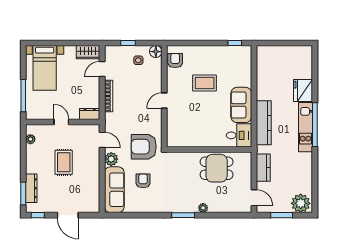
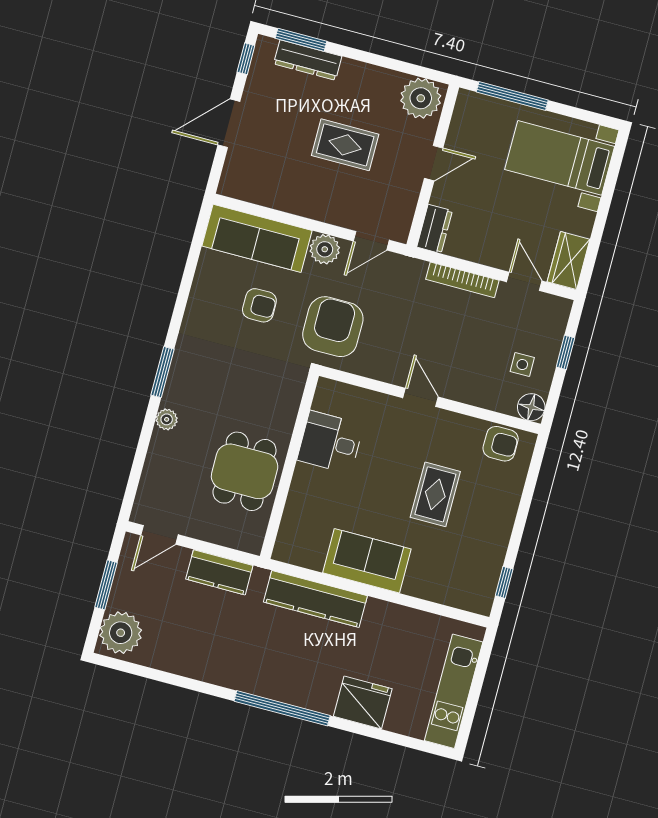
kitchen unit: (306, 127) -> (454, 691), moved, turned -90
desk: (239, 135) -> (330, 442), moved, turned 90
plant: (30, 139) -> (421, 98), width x1.87, depth x1.87

